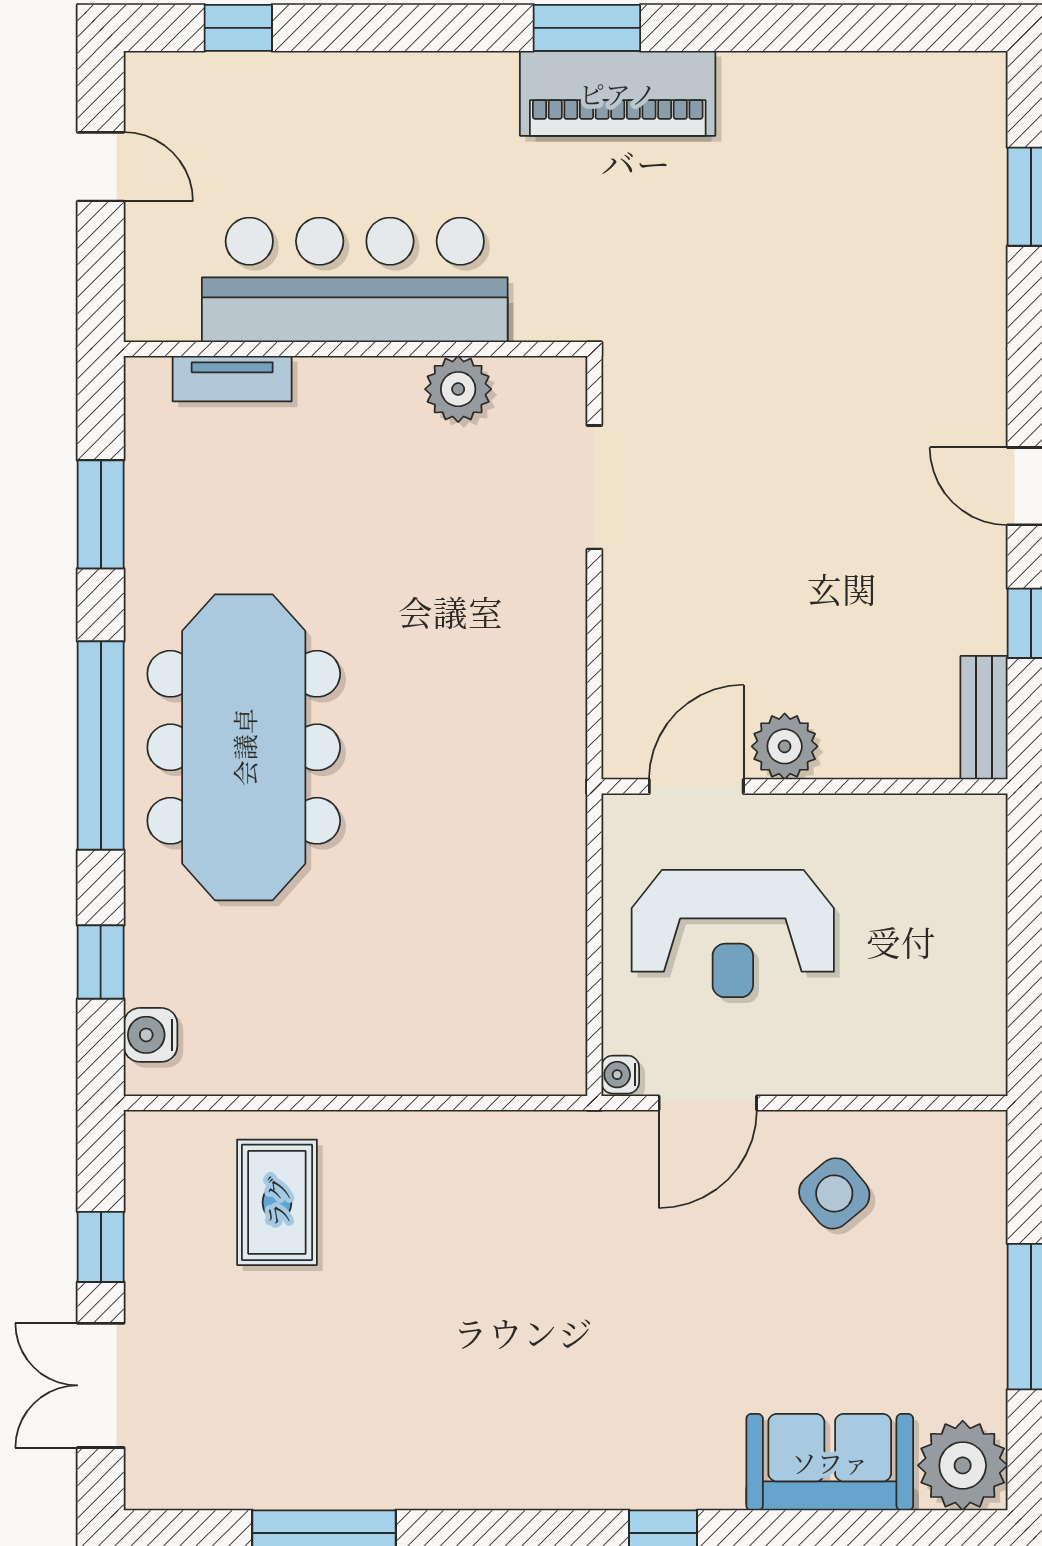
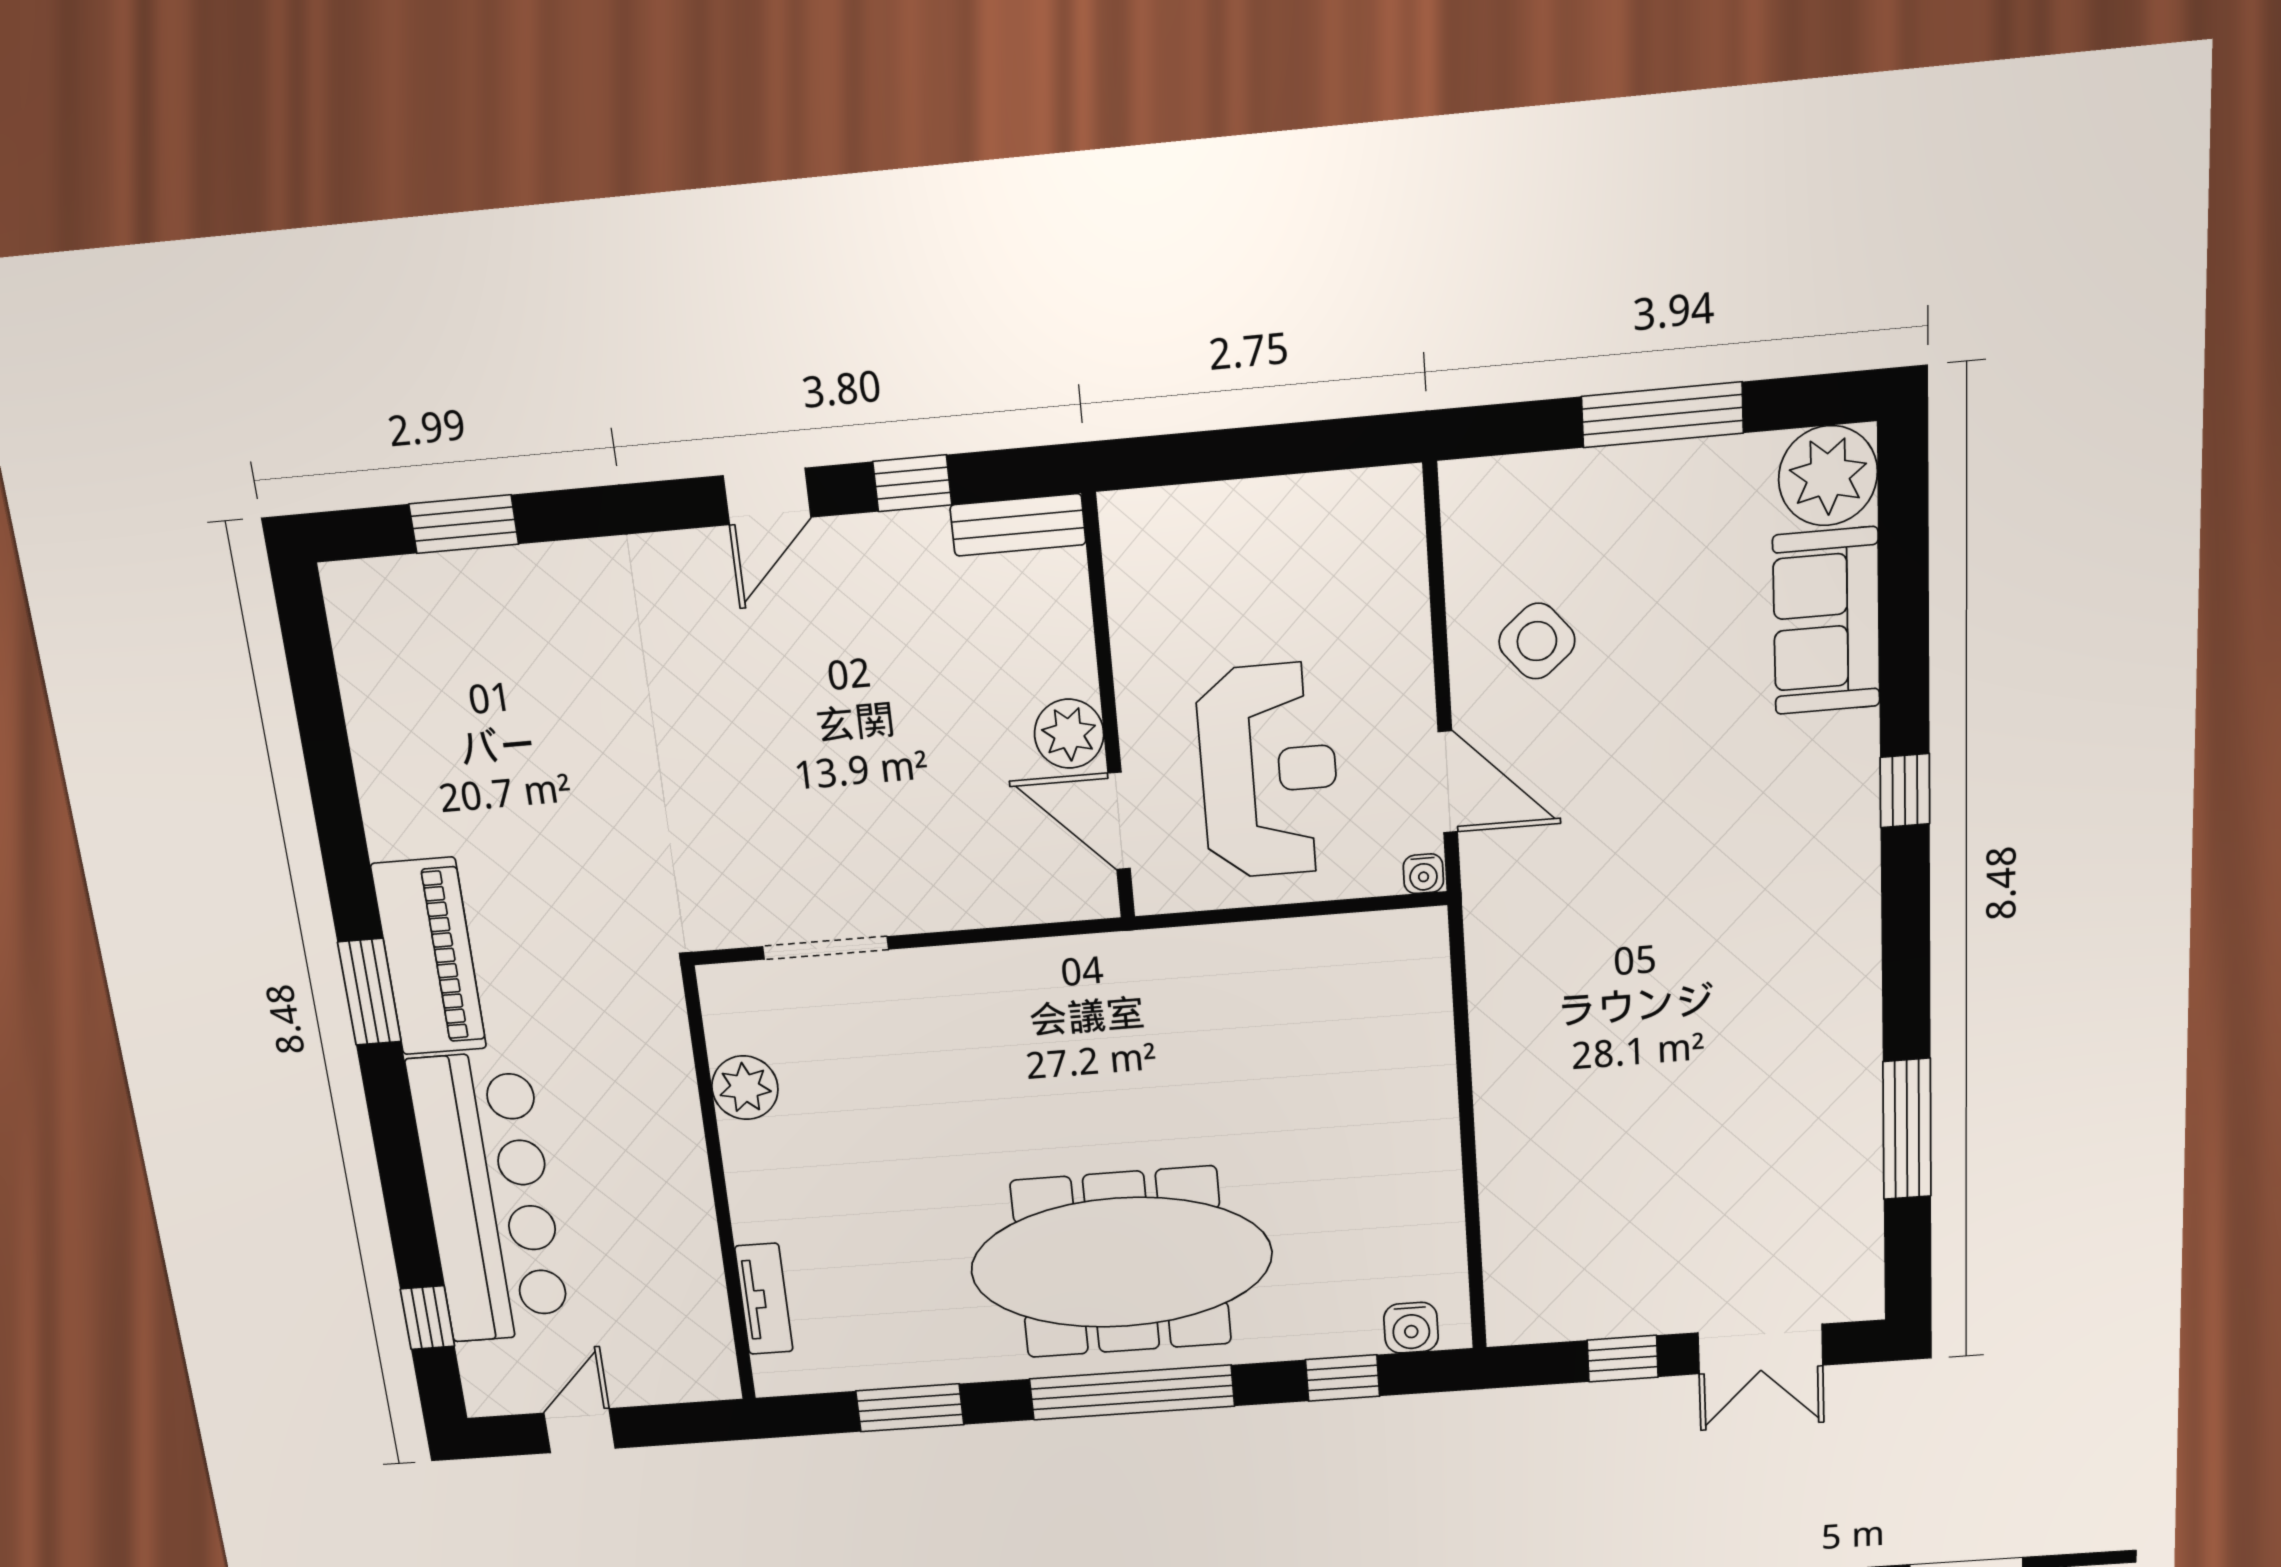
bar counter: (355, 280) -> (489, 1198), moved, turned 180
rug: (277, 1202) -> (1571, 1199), removed

